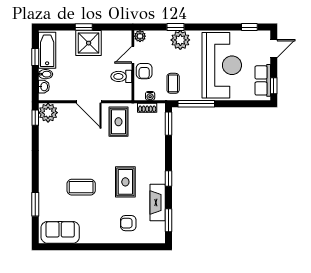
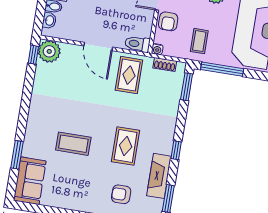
toilet: (121, 76) -> (137, 44), moved
water cooler: (150, 96) -> (157, 49), moved
sofa: (60, 232) -> (30, 181), moved, turned 90

